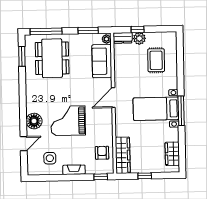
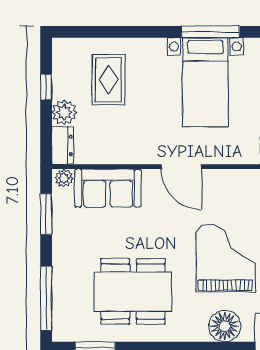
window: (138, 29) -> (46, 87), moved
dining table: (52, 58) -> (133, 292), moved
rug: (156, 60) -> (108, 80), turned 90
grand piano: (68, 121) -> (225, 258), turned 180

